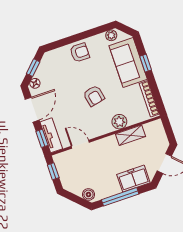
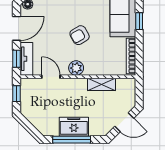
armchair: (94, 96) -> (80, 35), turned 72
plant: (119, 122) -> (76, 68), moved
freezer: (133, 179) -> (74, 127), moved
boiler: (89, 194) -> (42, 127), removed

